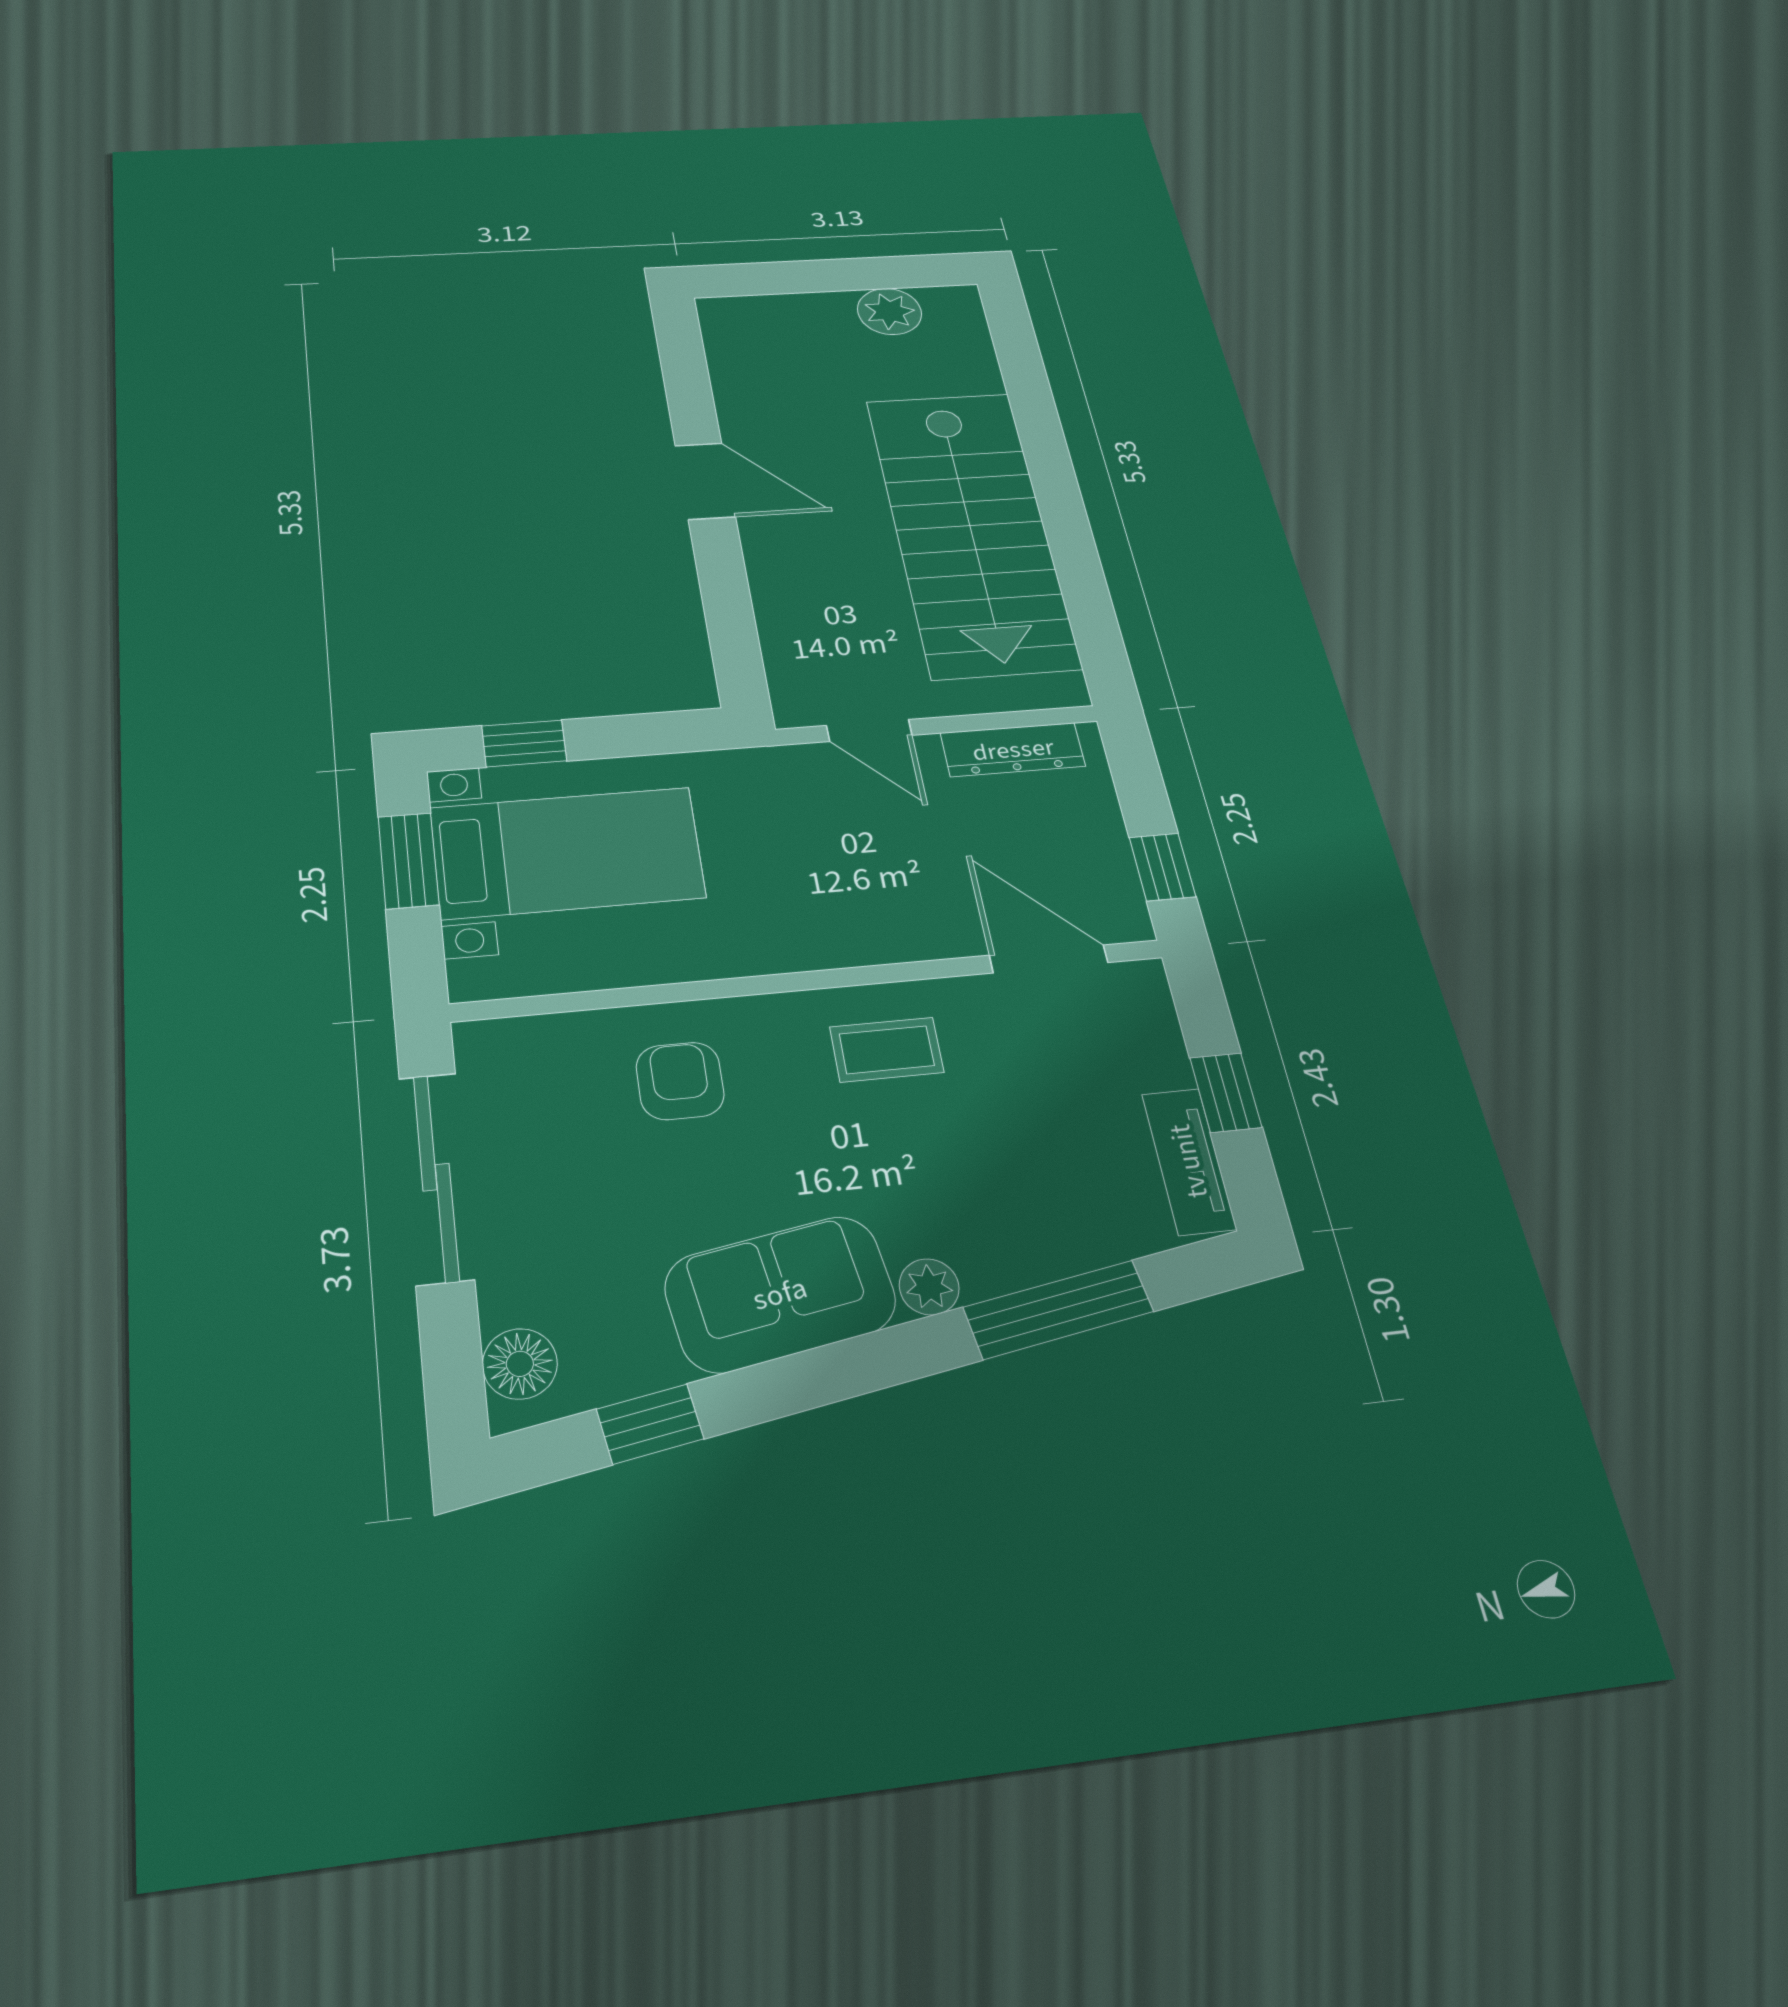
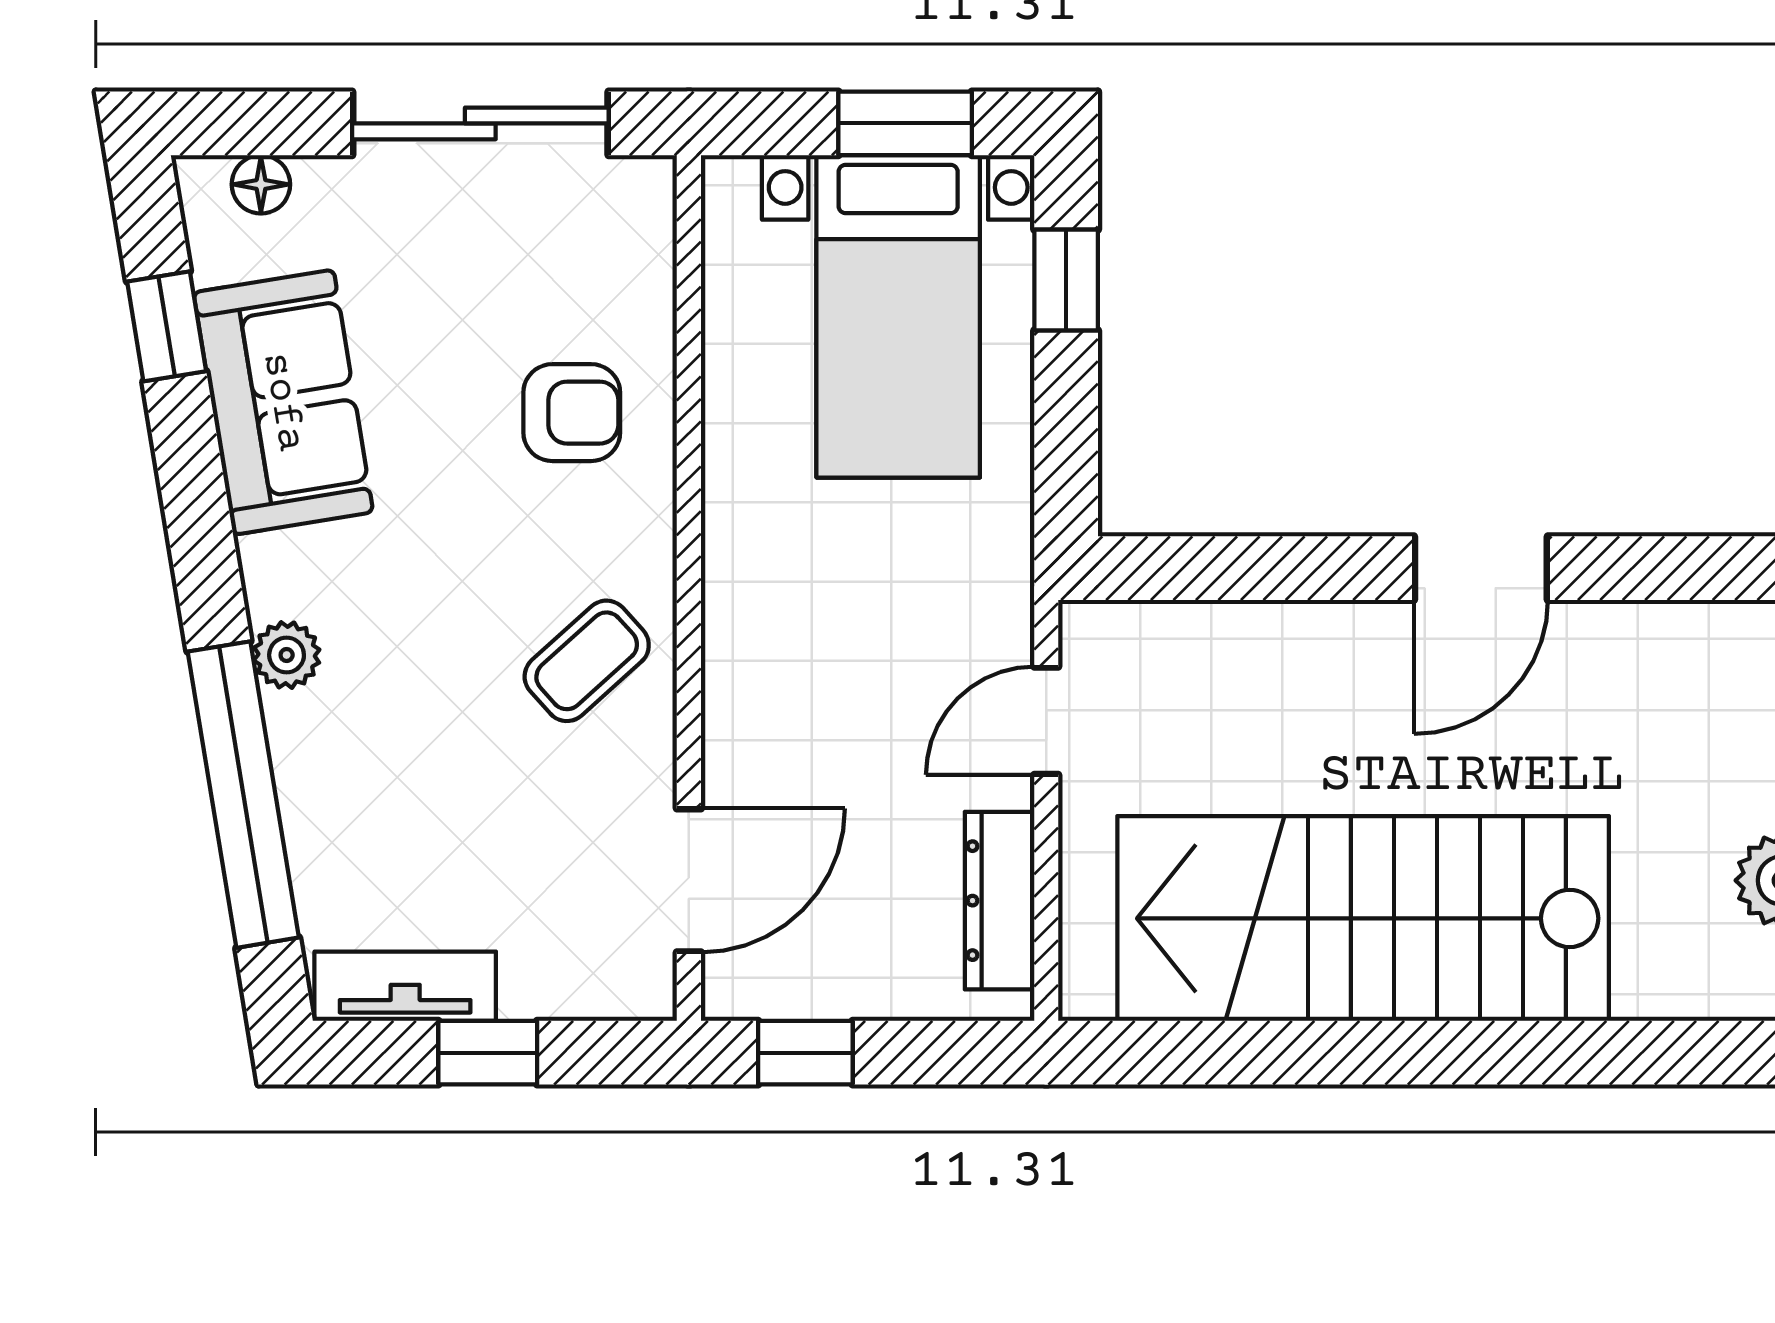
coffee table: (887, 1050) -> (587, 661), turned 48
sofa: (780, 1294) -> (283, 402), moved
window: (1059, 1309) -> (243, 795), width x1.46
floor lamp: (520, 1364) -> (261, 184), width x0.73, depth x0.73

